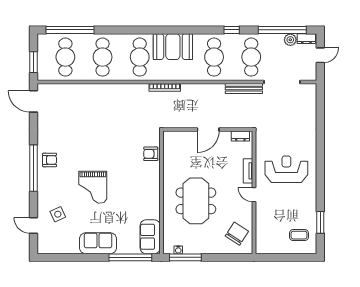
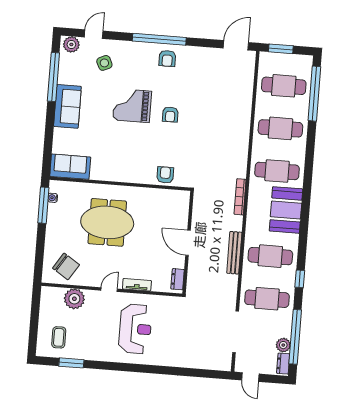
door: (320, 55) -> (250, 377), moved
bench: (244, 89) -> (234, 253), moved
armchair: (98, 154) -> (170, 114), added
plant: (264, 224) -> (74, 299), added
plant: (44, 244) -> (71, 44), added
window: (130, 257) -> (53, 77), moved

